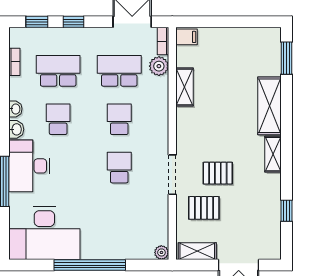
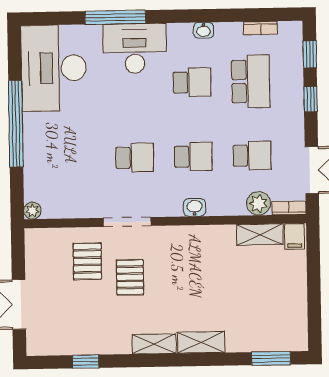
school desk: (119, 71) -> (252, 156), width x0.54
shelving: (184, 87) -> (260, 235), moved
shelving: (270, 106) -> (201, 342), width x0.67, depth x0.75
washbasin: (16, 129) -> (195, 208), moved, turned 180
shelving: (197, 251) -> (35, 254), removed

